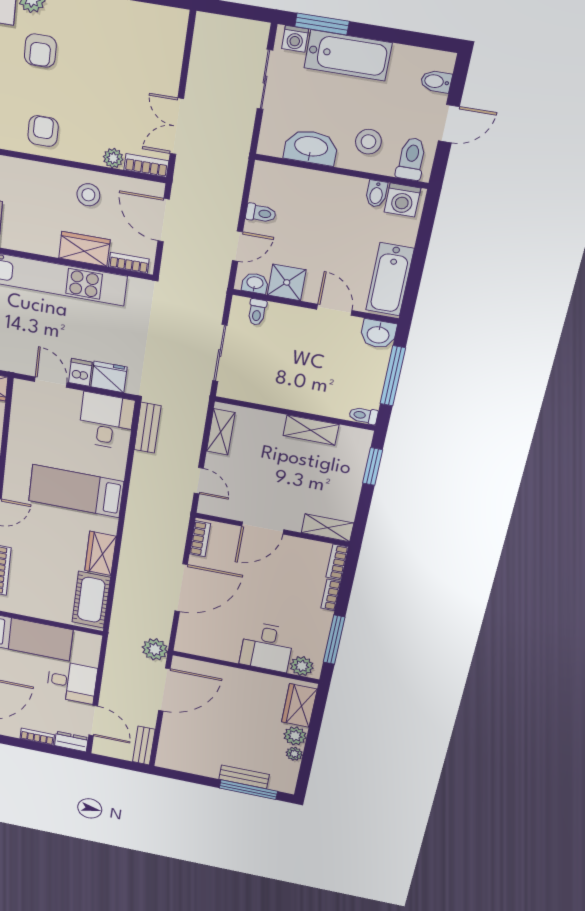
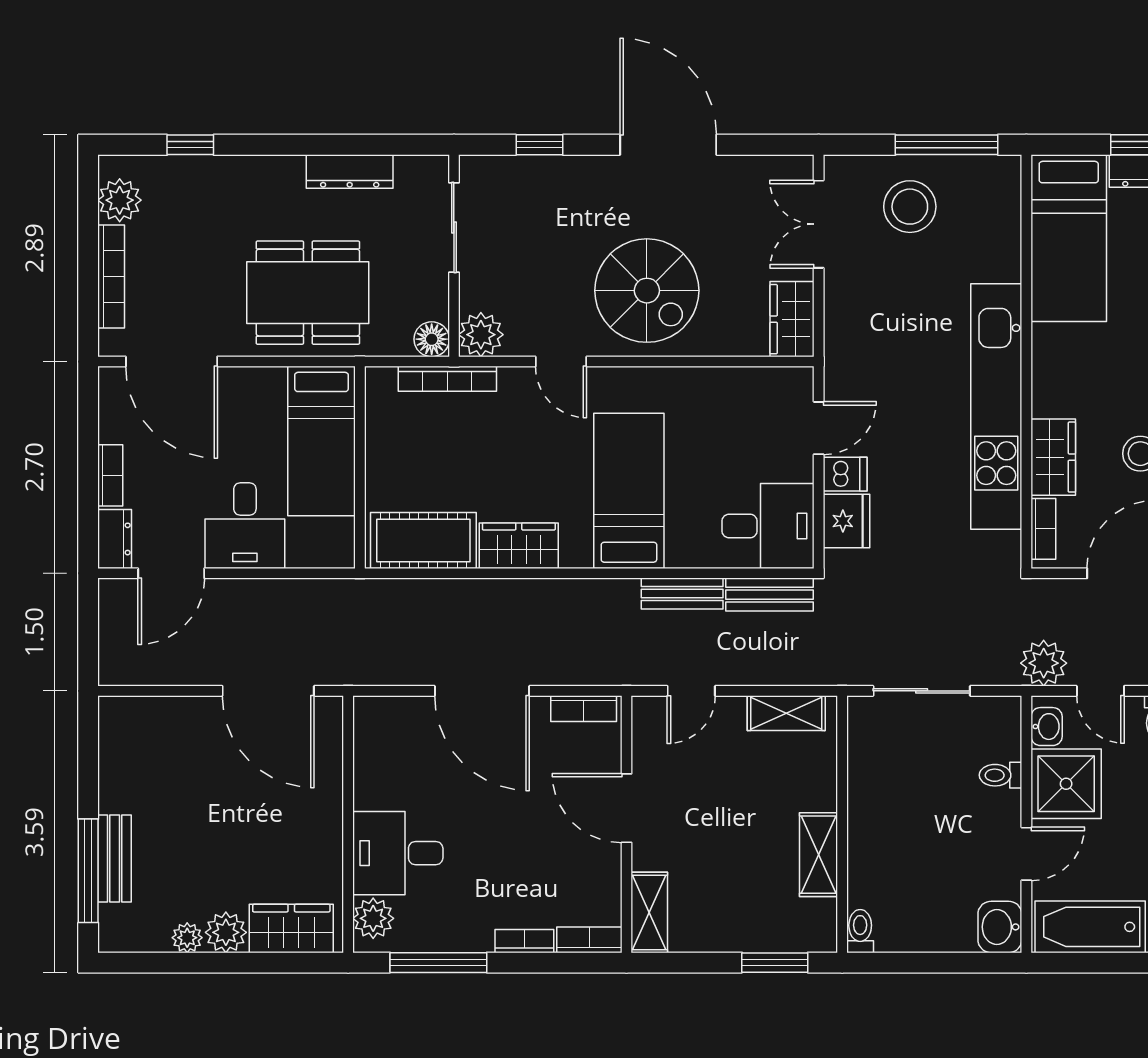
shower: (287, 282) -> (1066, 784), width x1.36, depth x1.36
toilet: (257, 312) -> (1001, 775), moved
window: (393, 376) -> (936, 963), removed
plant: (155, 649) -> (1044, 663), moved
bench: (144, 746) -> (682, 594), moved

